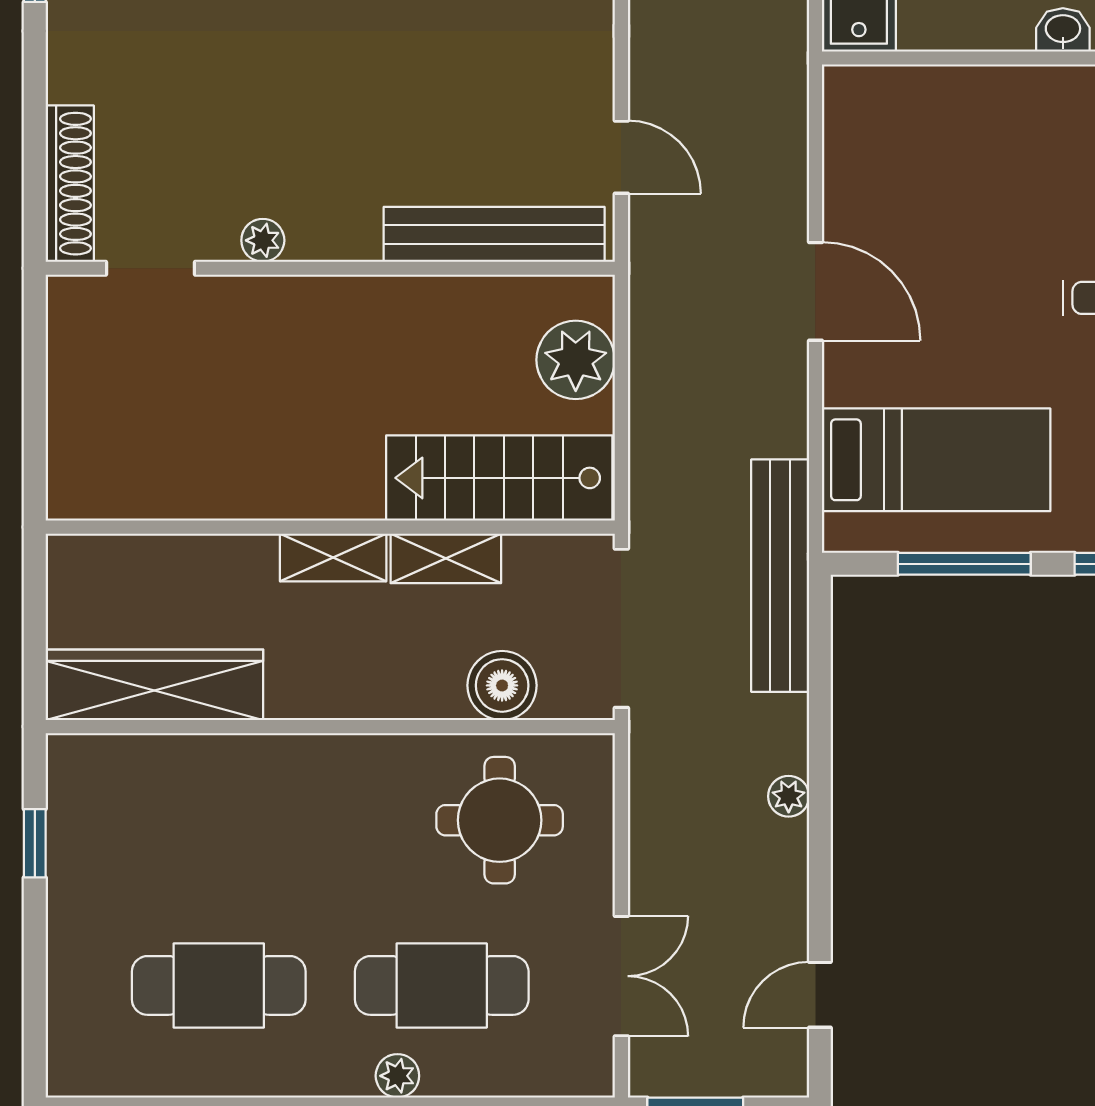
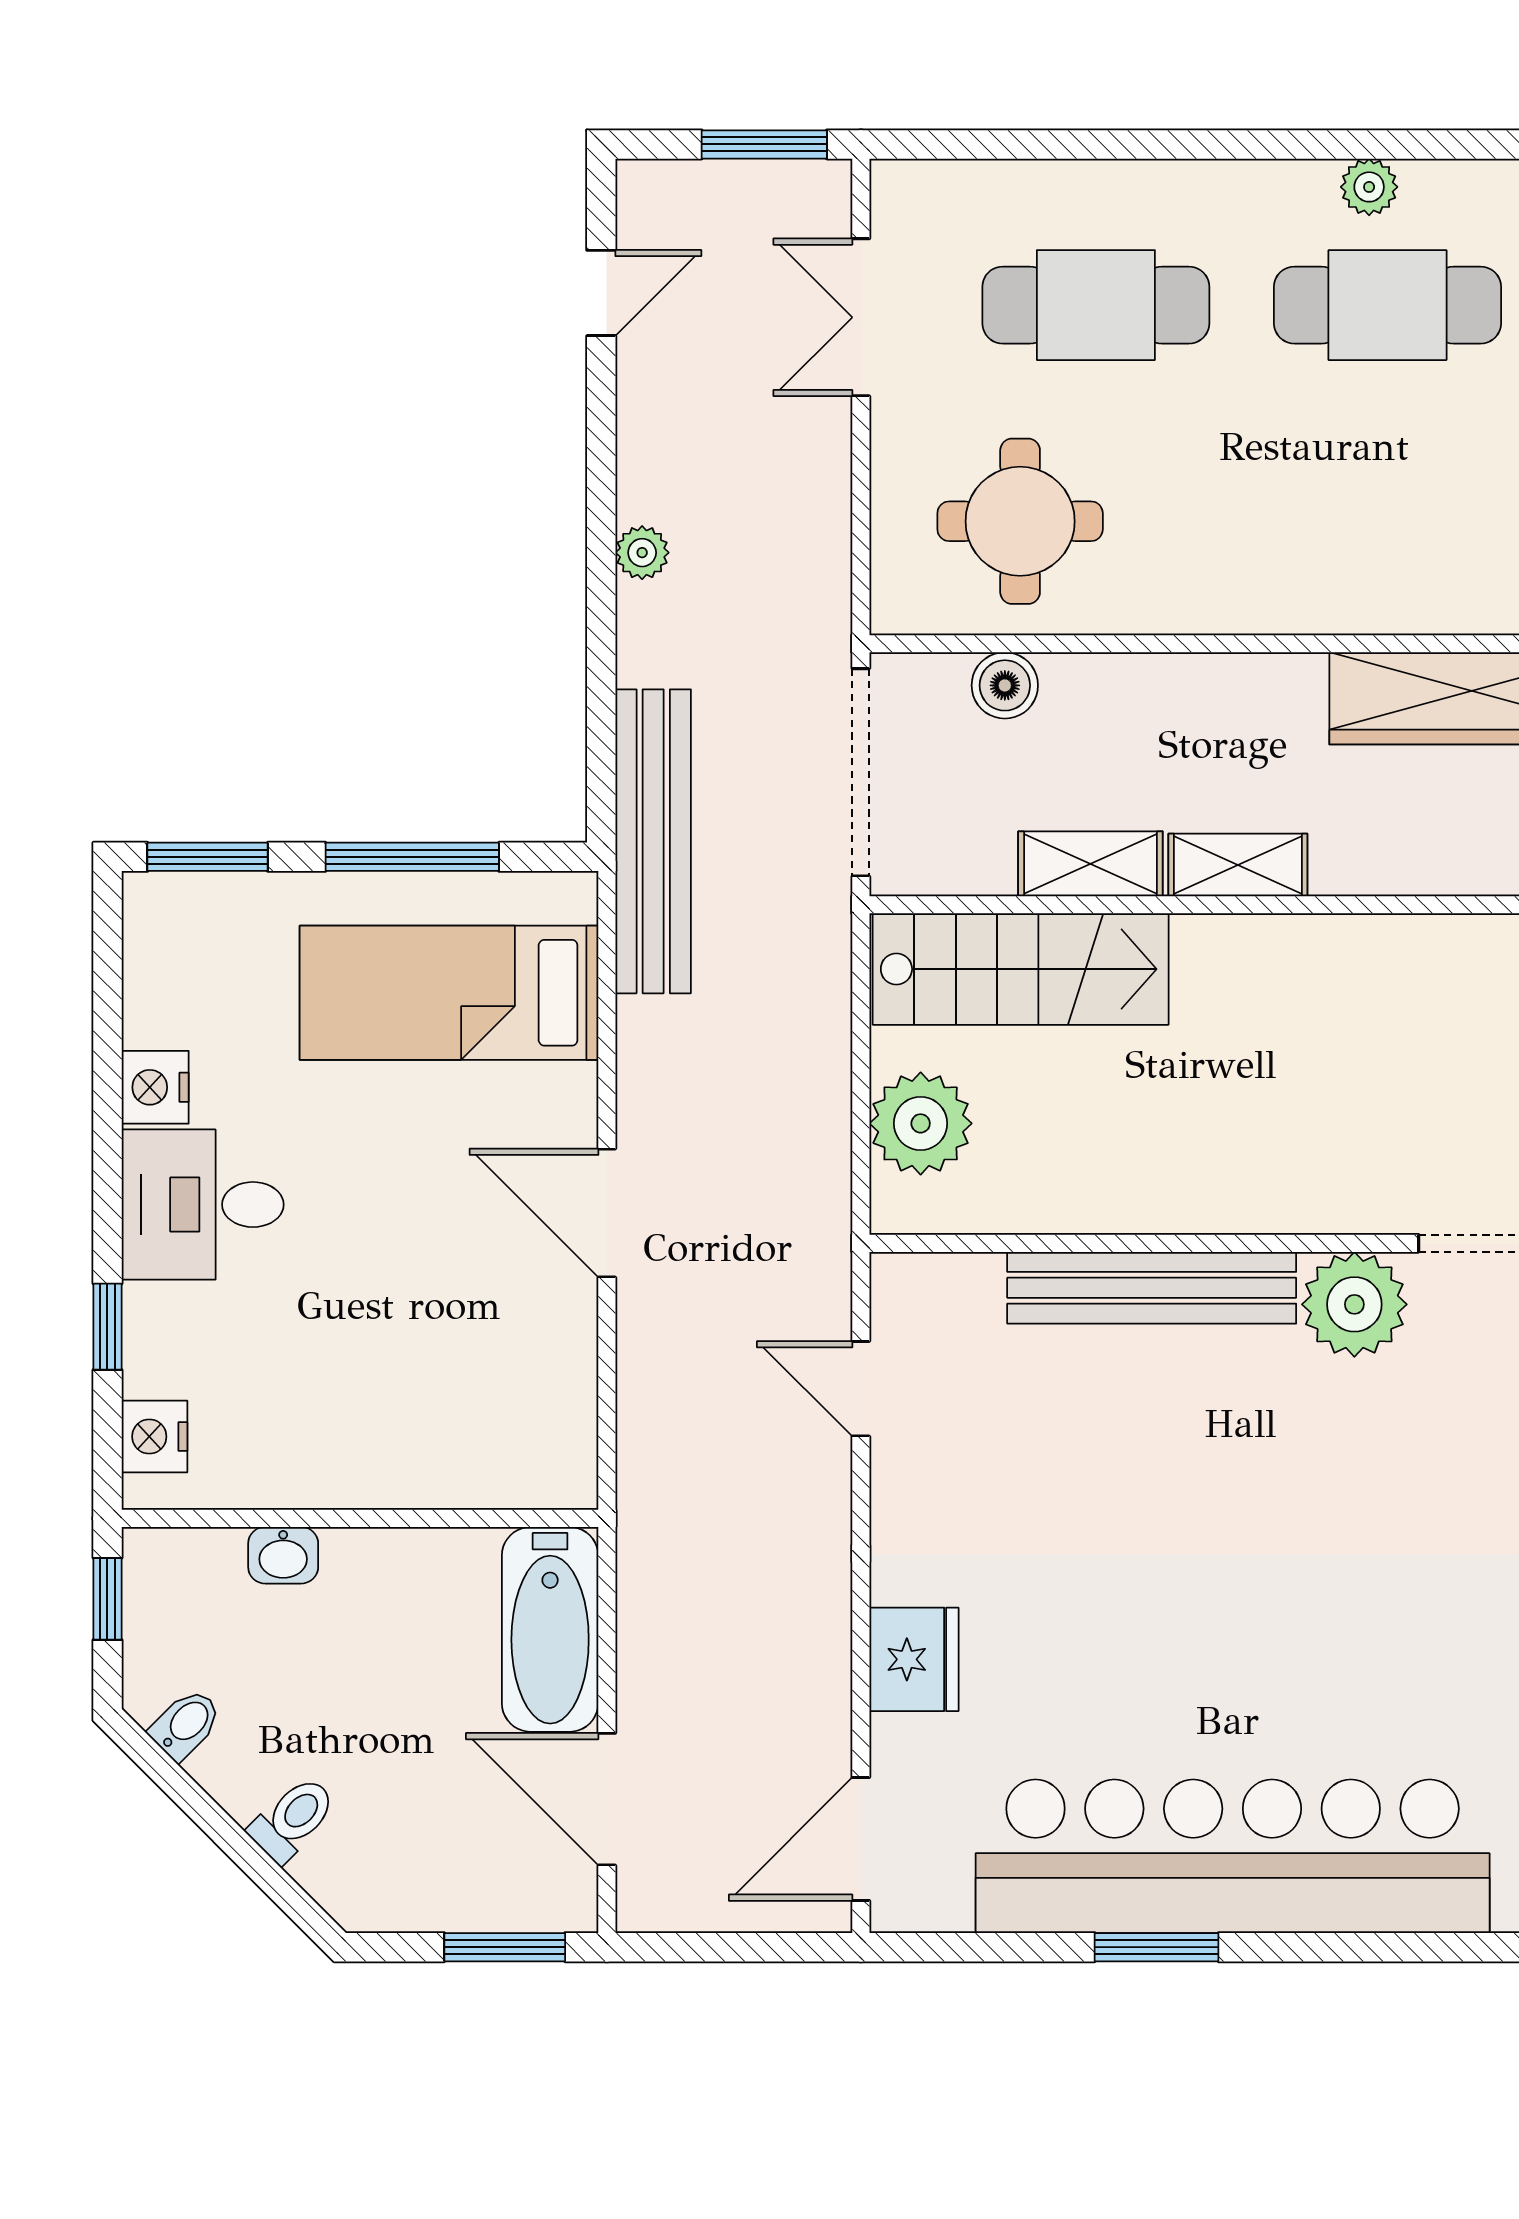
bench: (494, 234) -> (1152, 1288), moved
plant: (263, 240) -> (1354, 1304), width x1.87, depth x1.87
boiler: (502, 685) -> (1005, 685), width x0.73, depth x0.73
plant: (397, 1076) -> (1369, 187), moved

